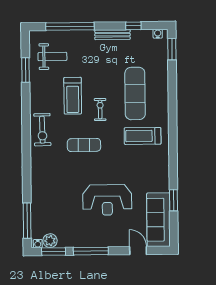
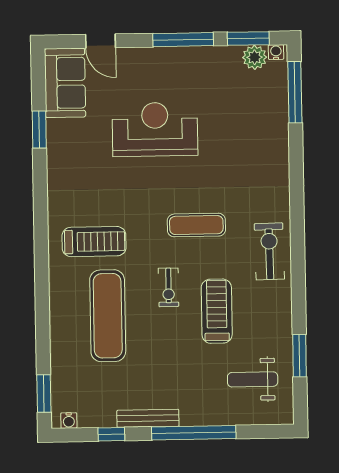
window: (70, 26) -> (194, 433), moved
sofa: (158, 220) -> (65, 83), width x0.73

